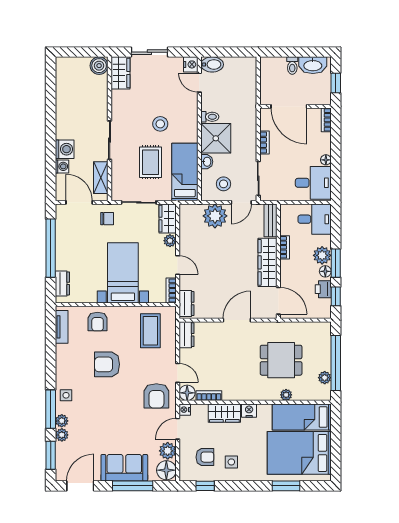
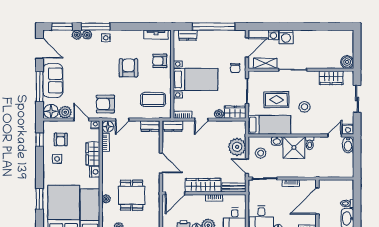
wardrobe: (120, 73) -> (331, 78), moved

